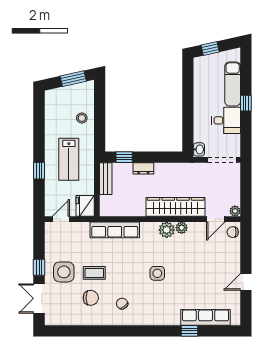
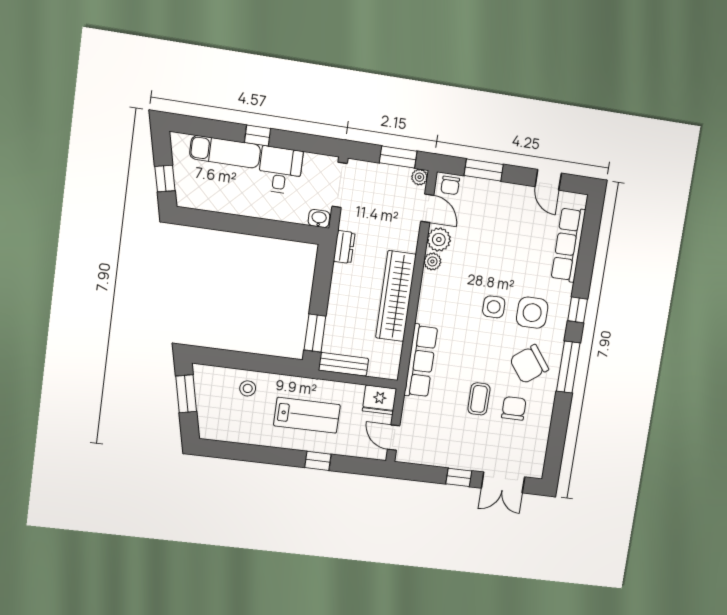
window: (124, 157) -> (315, 333), width x1.50
dresser: (143, 168) -> (344, 247), moved
window: (246, 195) -> (398, 157), added
wardrobe: (176, 207) -> (396, 296), moved
plant: (167, 230) -> (439, 240), moved
window: (246, 253) -> (484, 170), added
side table: (64, 272) -> (532, 313), moved
door: (246, 282) -> (548, 180), moved
chair: (122, 304) -> (529, 364), width x1.87, depth x1.87
window: (124, 331) -> (568, 367), added
window: (189, 331) -> (578, 310), moved

